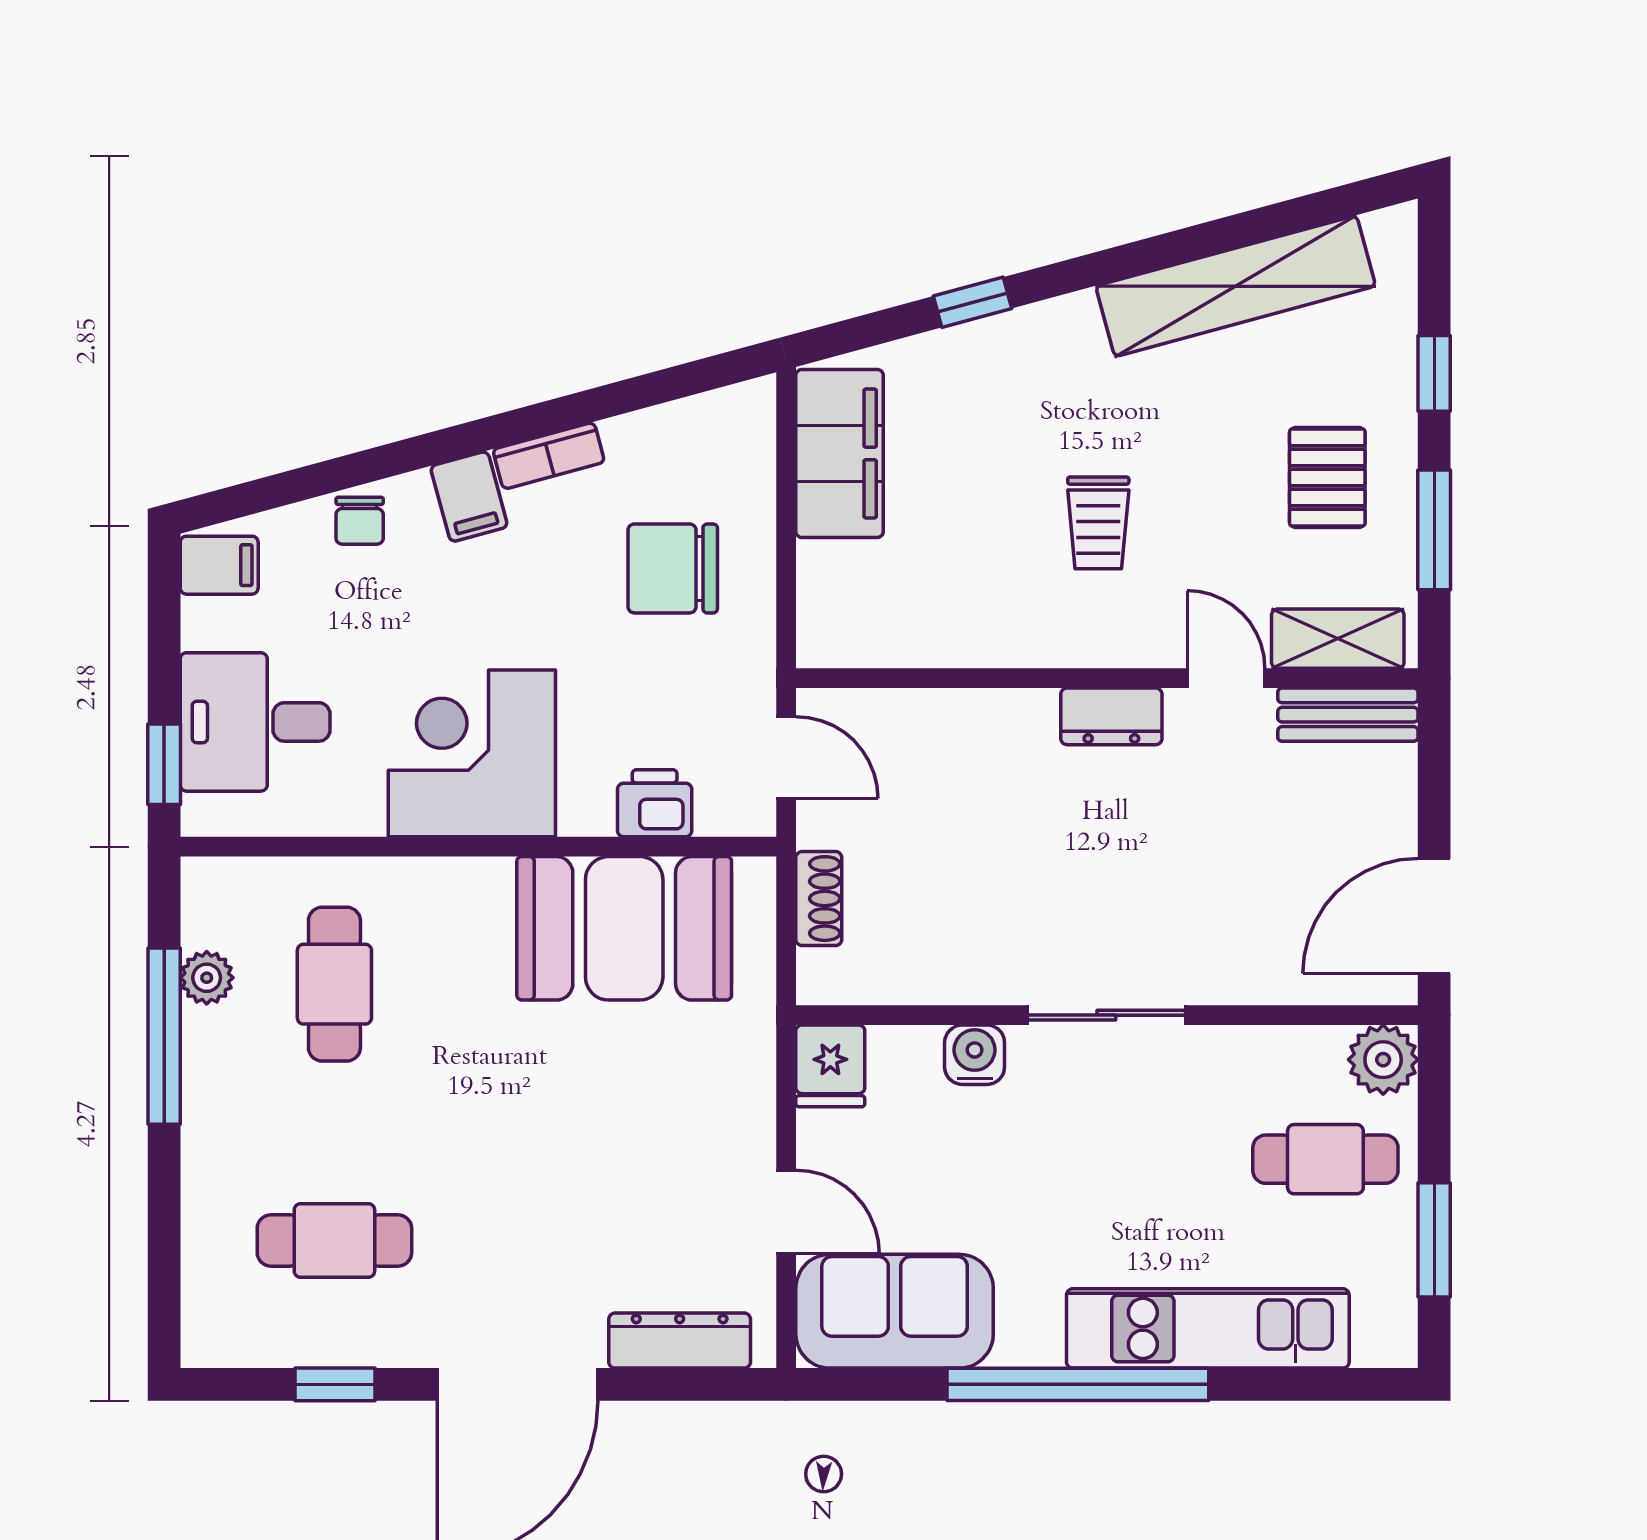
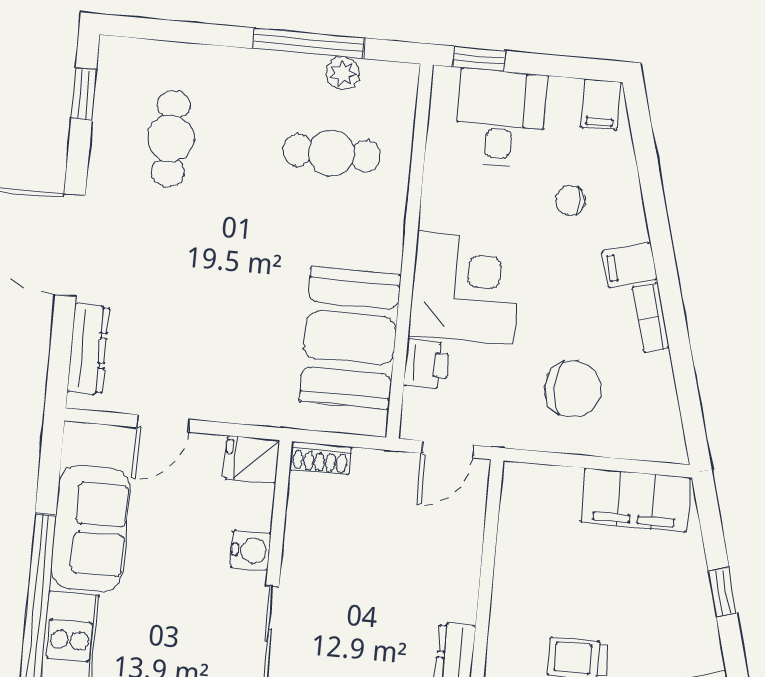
chair: (360, 521) -> (570, 200), moved
chair: (673, 568) -> (573, 389), turned 90
corner desk: (472, 753) -> (465, 288), moved
shoe rack: (819, 899) -> (320, 458), moved
sofa: (895, 1311) -> (91, 528), moved
window: (335, 1384) -> (84, 94), moved

